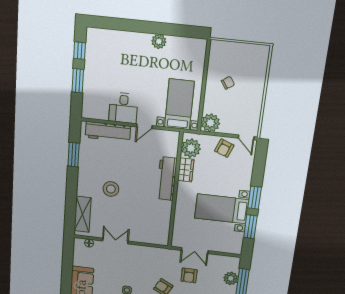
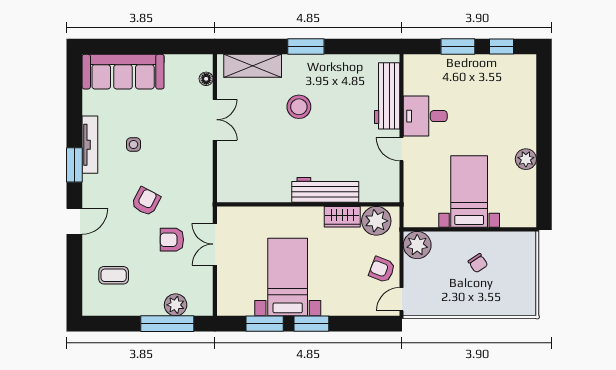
bed with nightstands: (179, 104) -> (469, 192), moved, turned -90
window: (74, 155) -> (306, 47), moved

